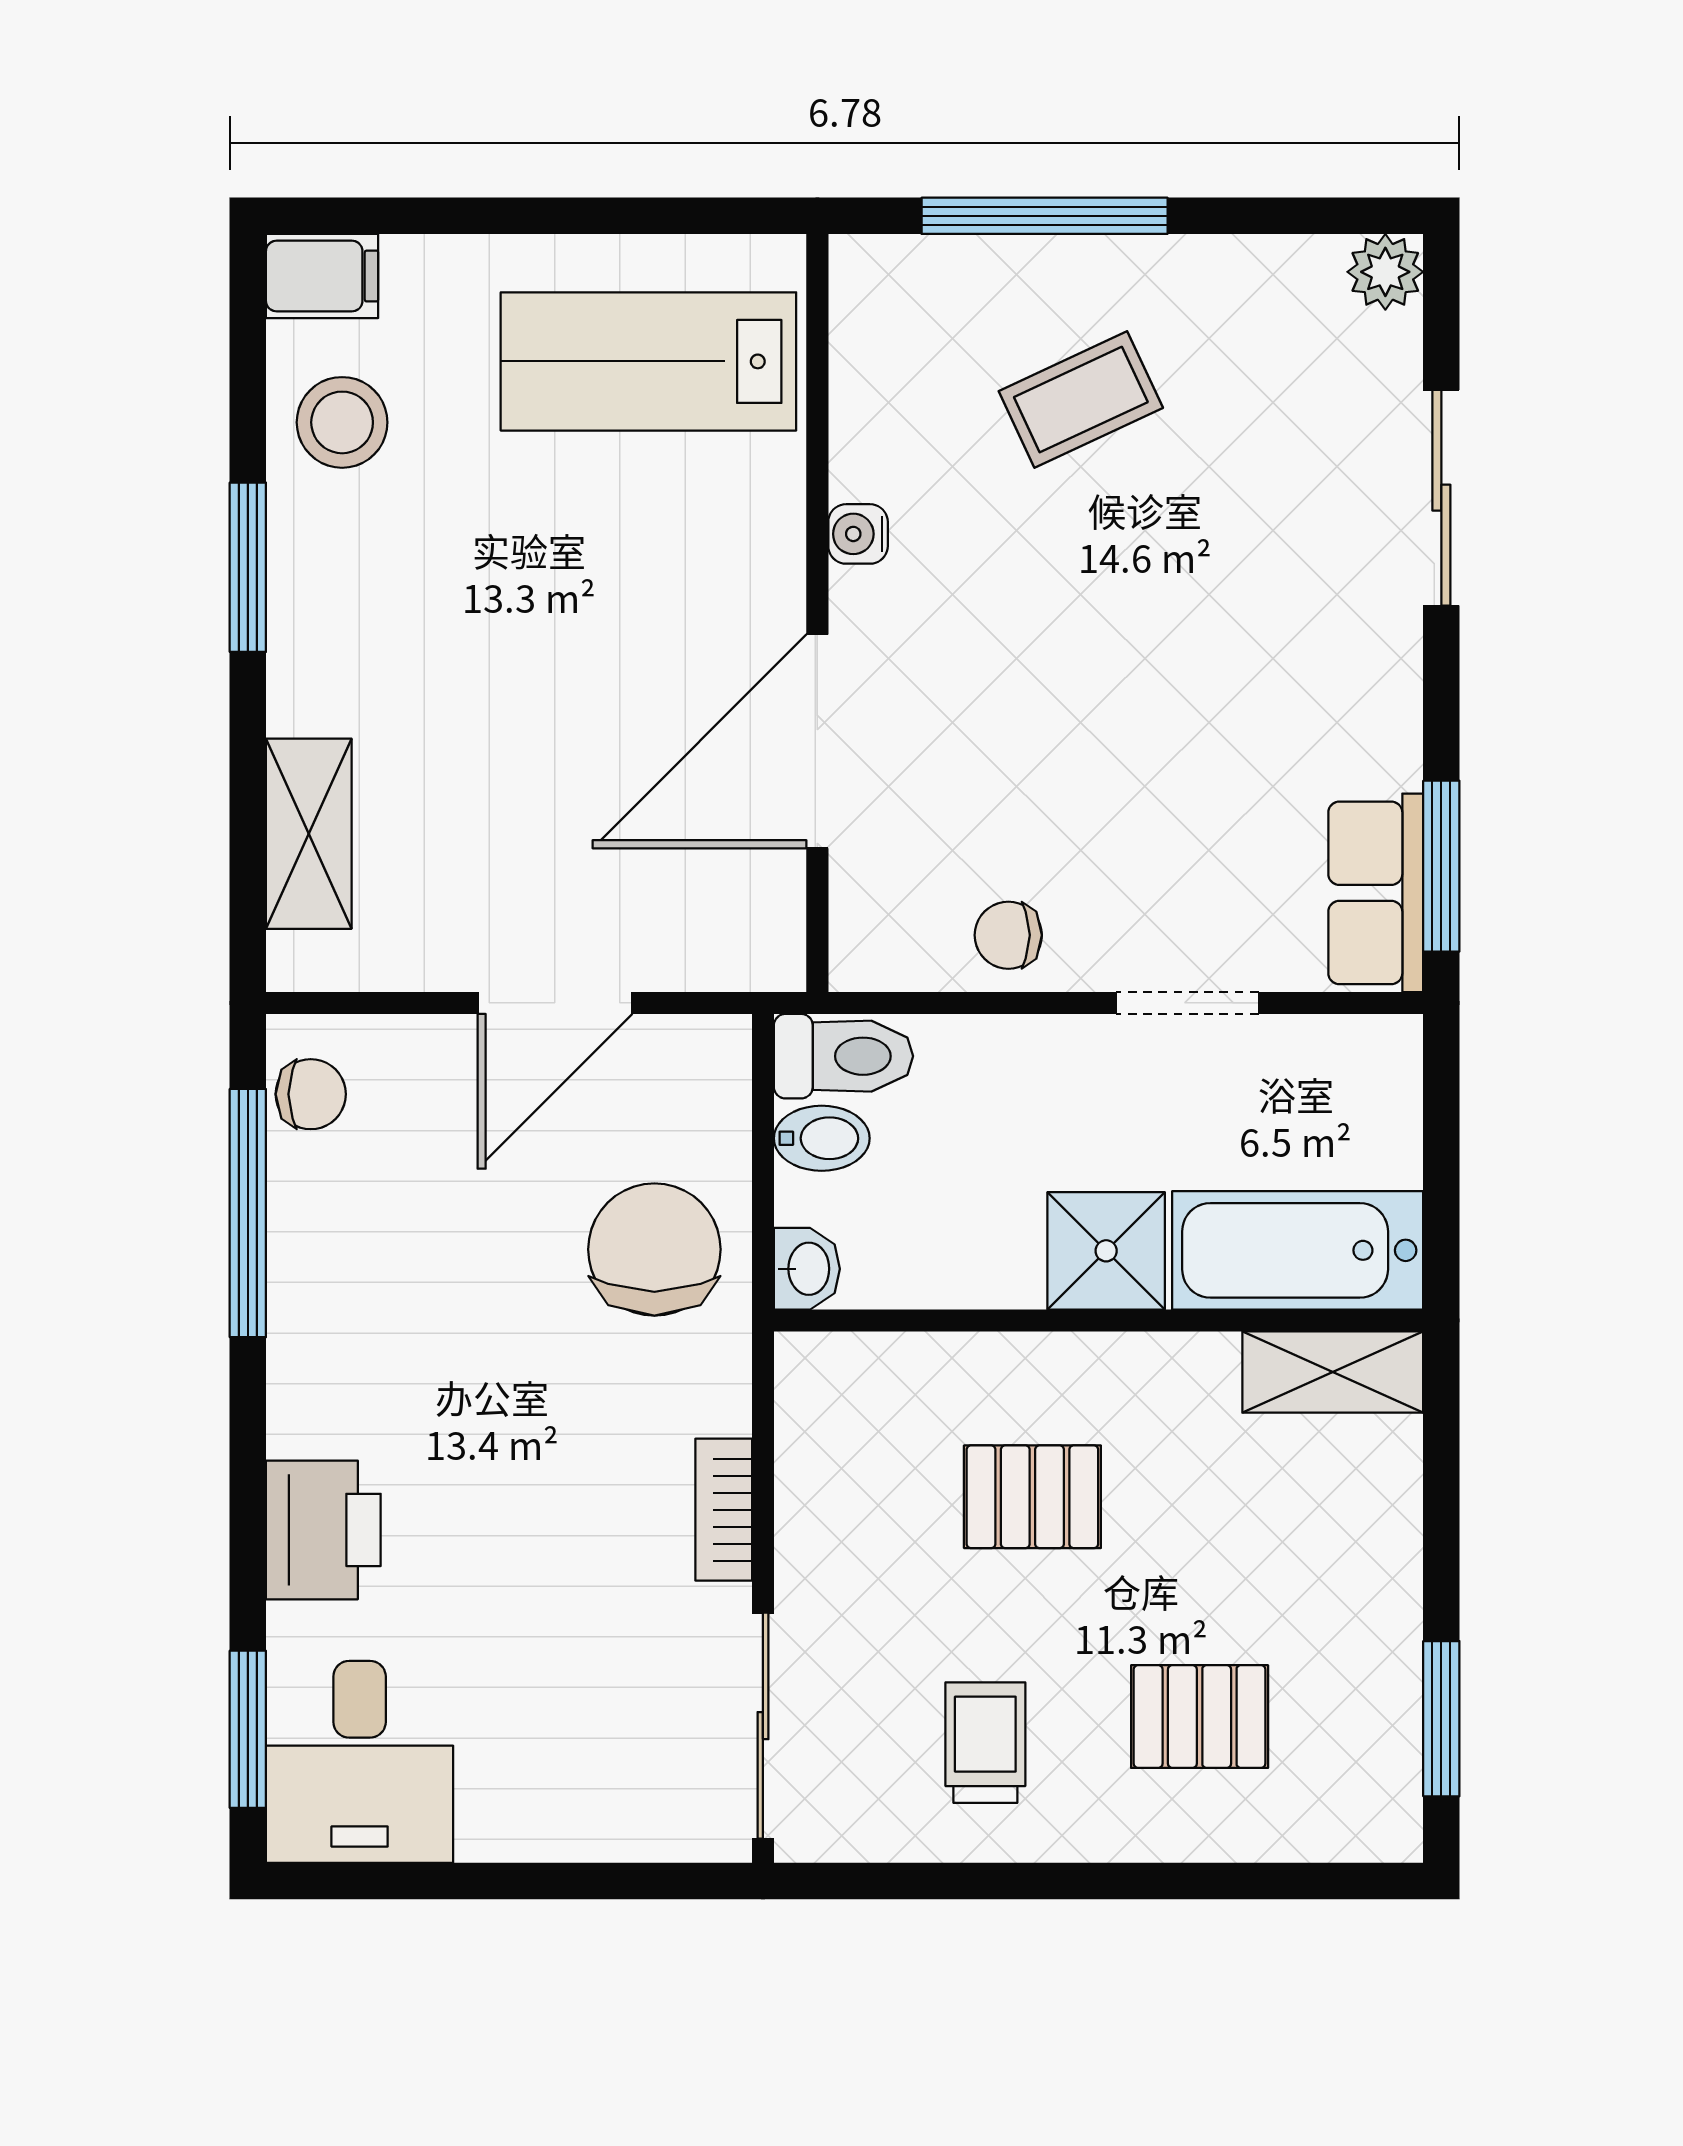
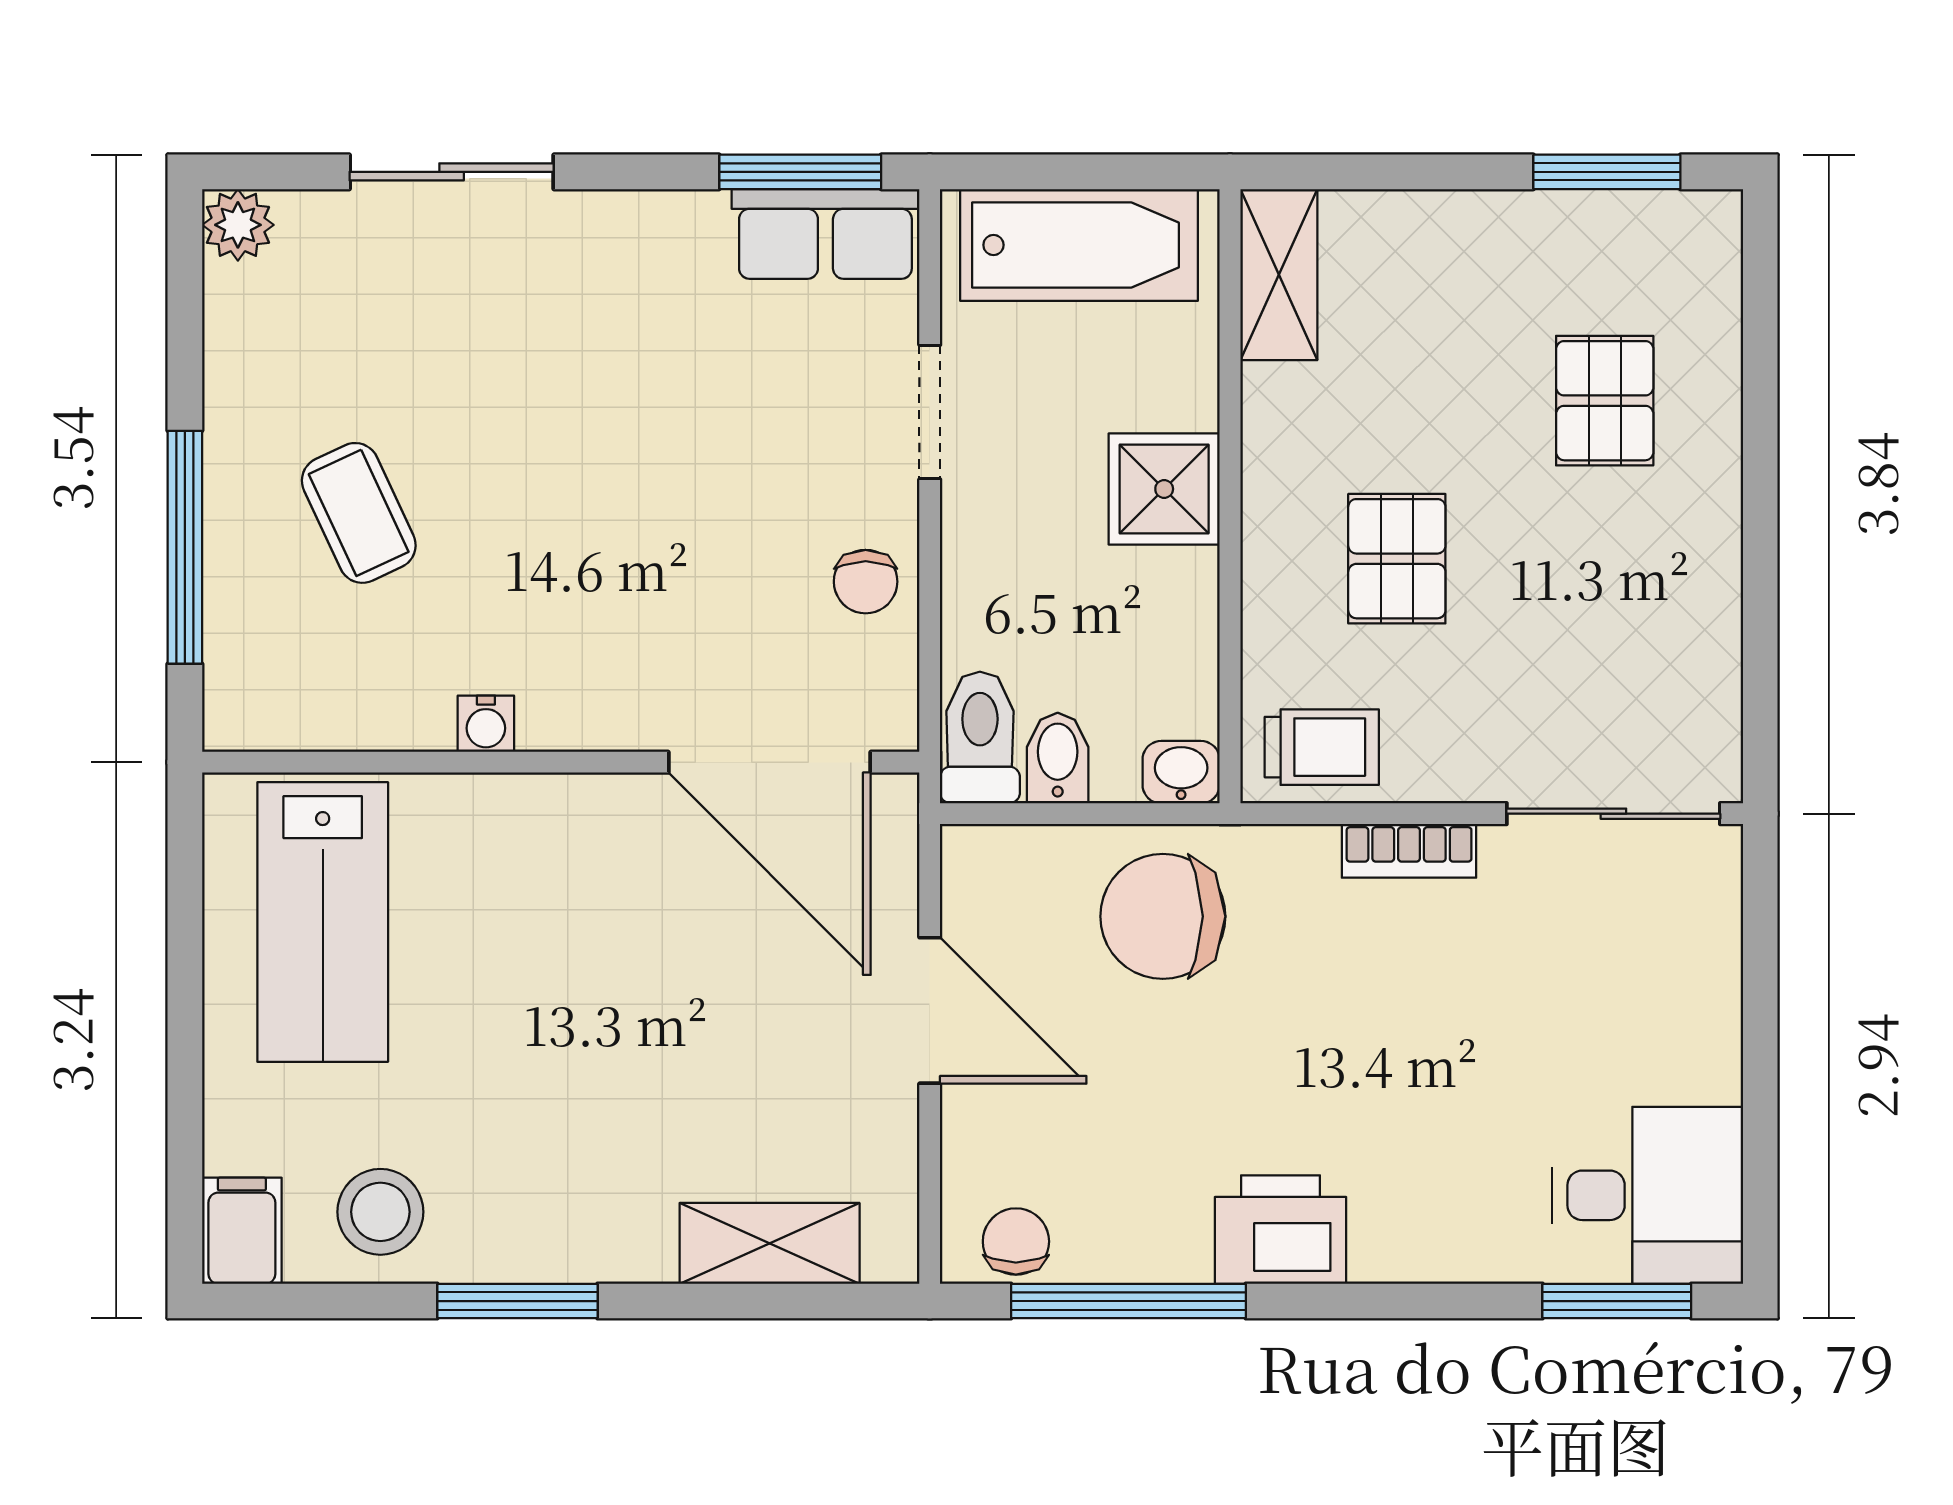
door: (817, 741) -> (769, 762), moved
bathtub: (1298, 1250) -> (1079, 245), moved, turned -90
printer: (323, 1530) -> (1280, 1230), moved
trolley: (985, 1743) -> (1322, 747), moved, turned 180

